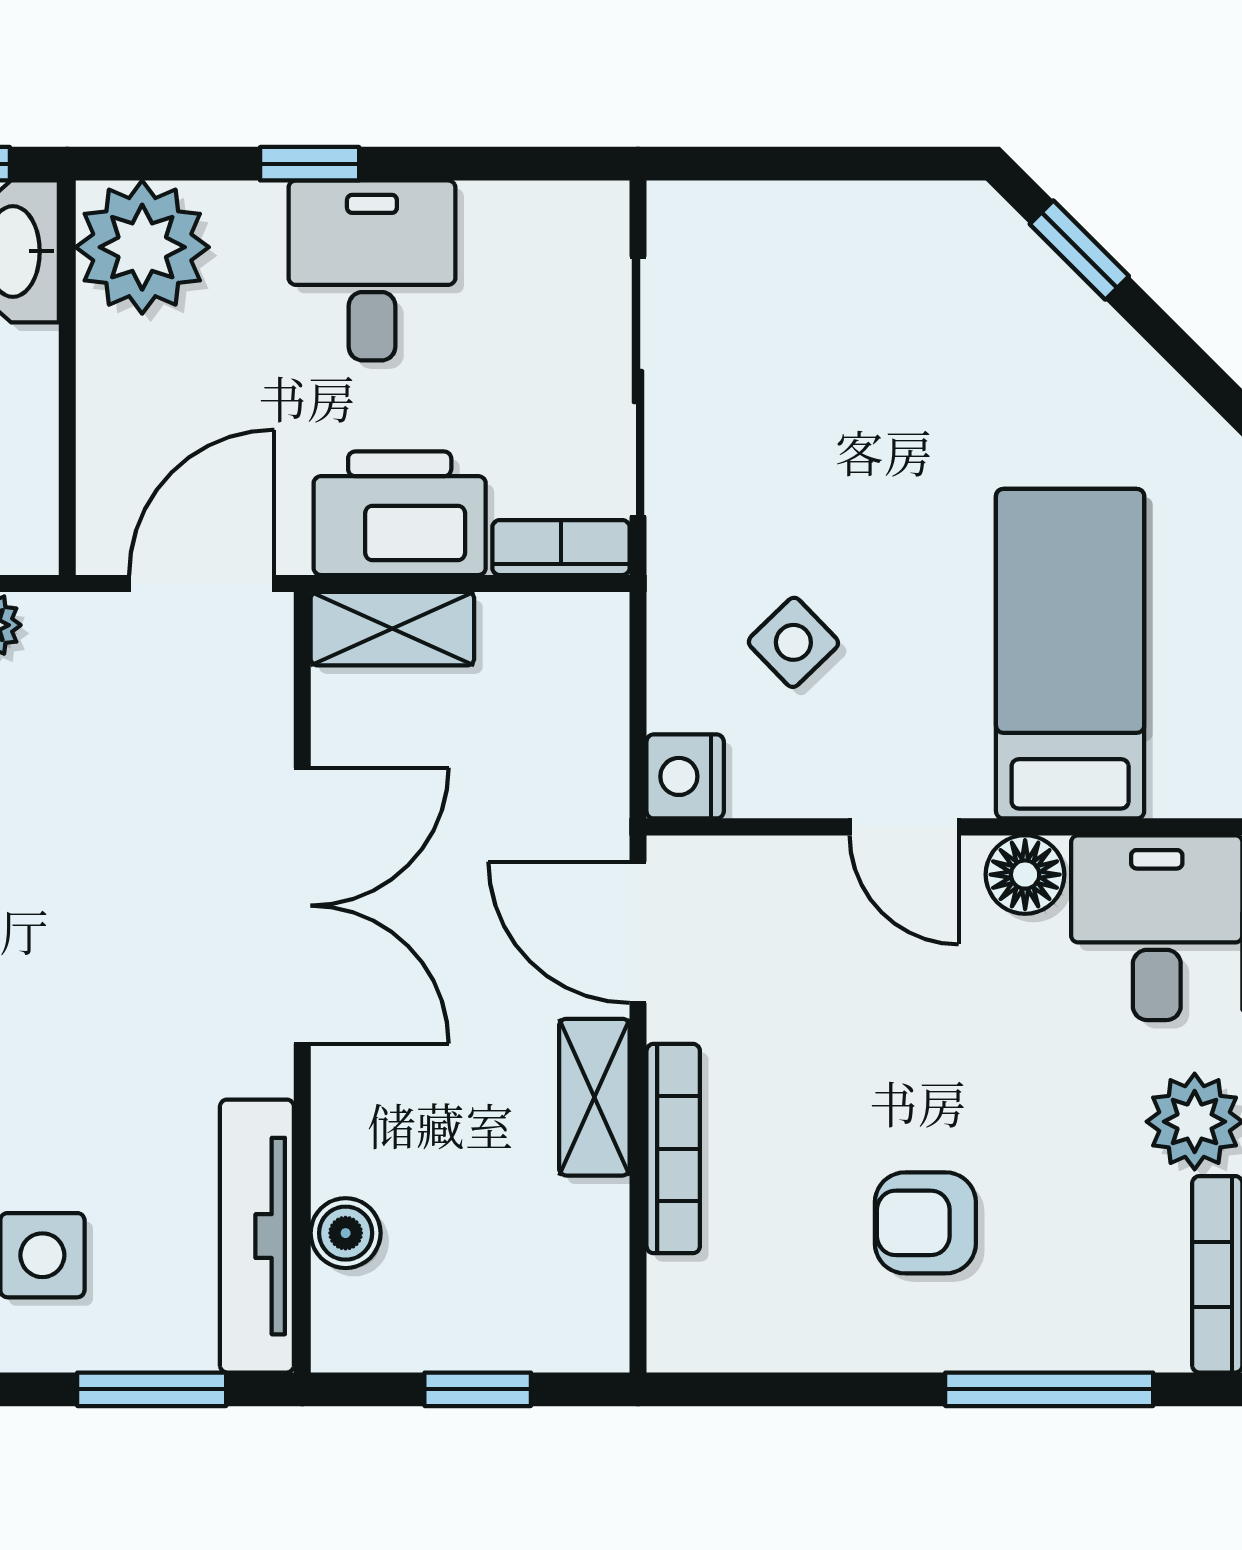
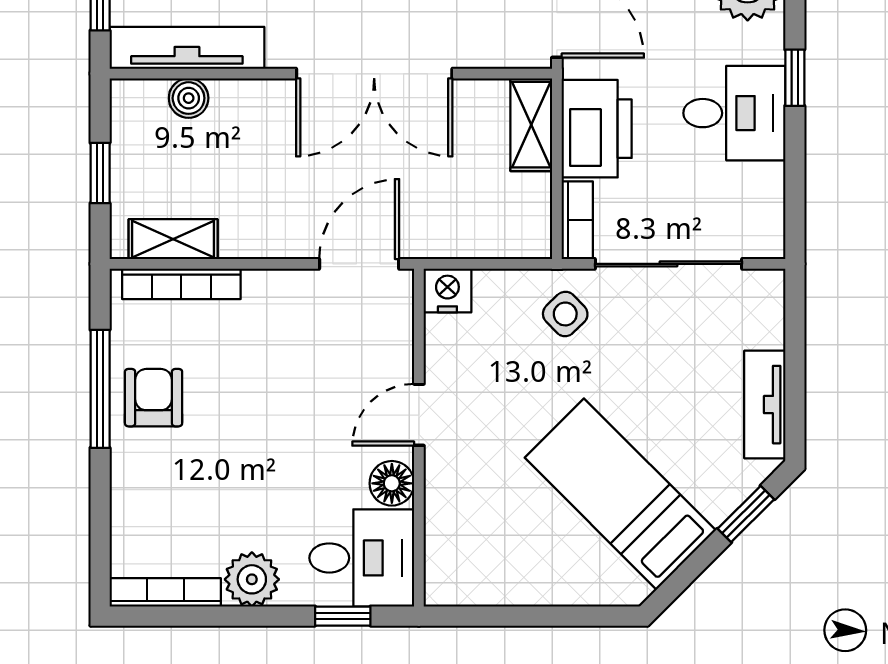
tv unit: (886, 217) -> (765, 405), added
side table: (793, 642) -> (565, 314), moved
bed: (1070, 654) -> (620, 494), moved, turned -135
shelving: (594, 1097) -> (173, 239), moved
bookcase: (673, 1149) -> (181, 284), moved
armchair: (925, 1223) -> (154, 398), moved
window: (1049, 1389) -> (100, 389), moved

